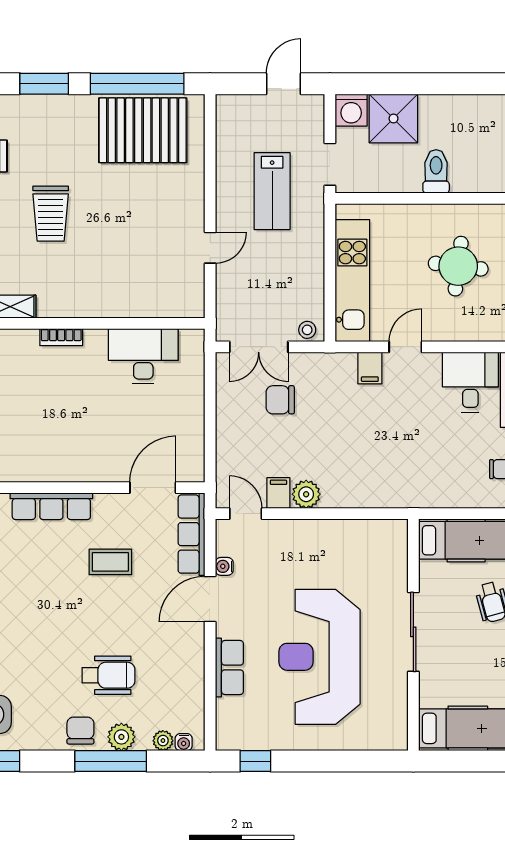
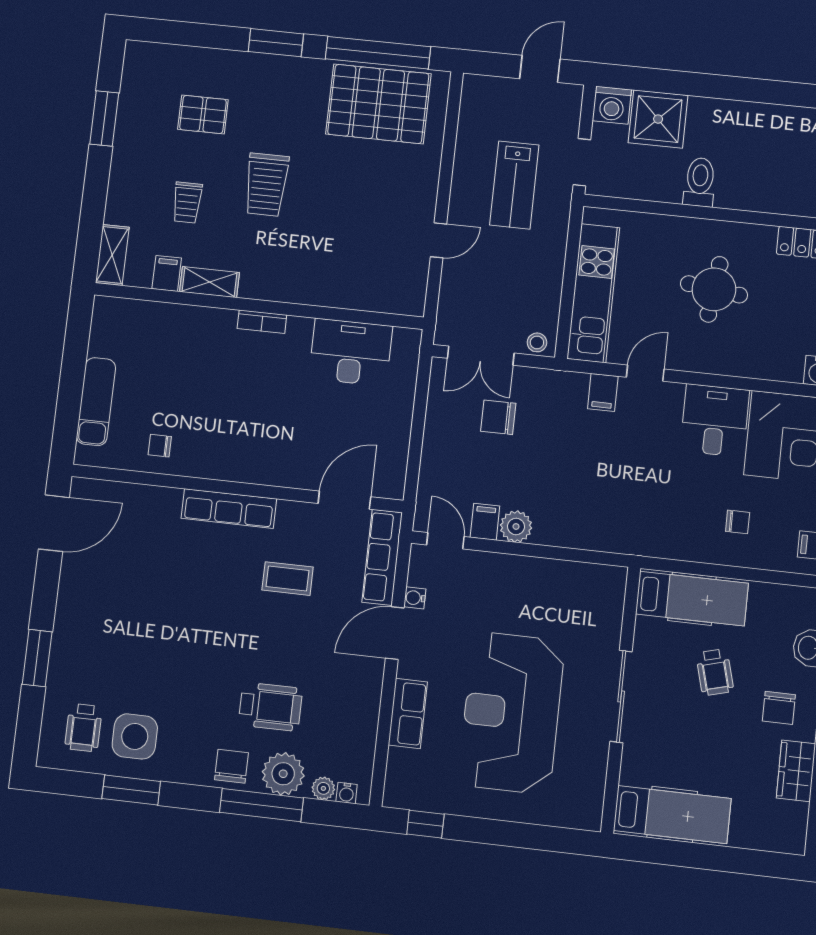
plant: (121, 737) -> (283, 774), width x1.36, depth x1.36

